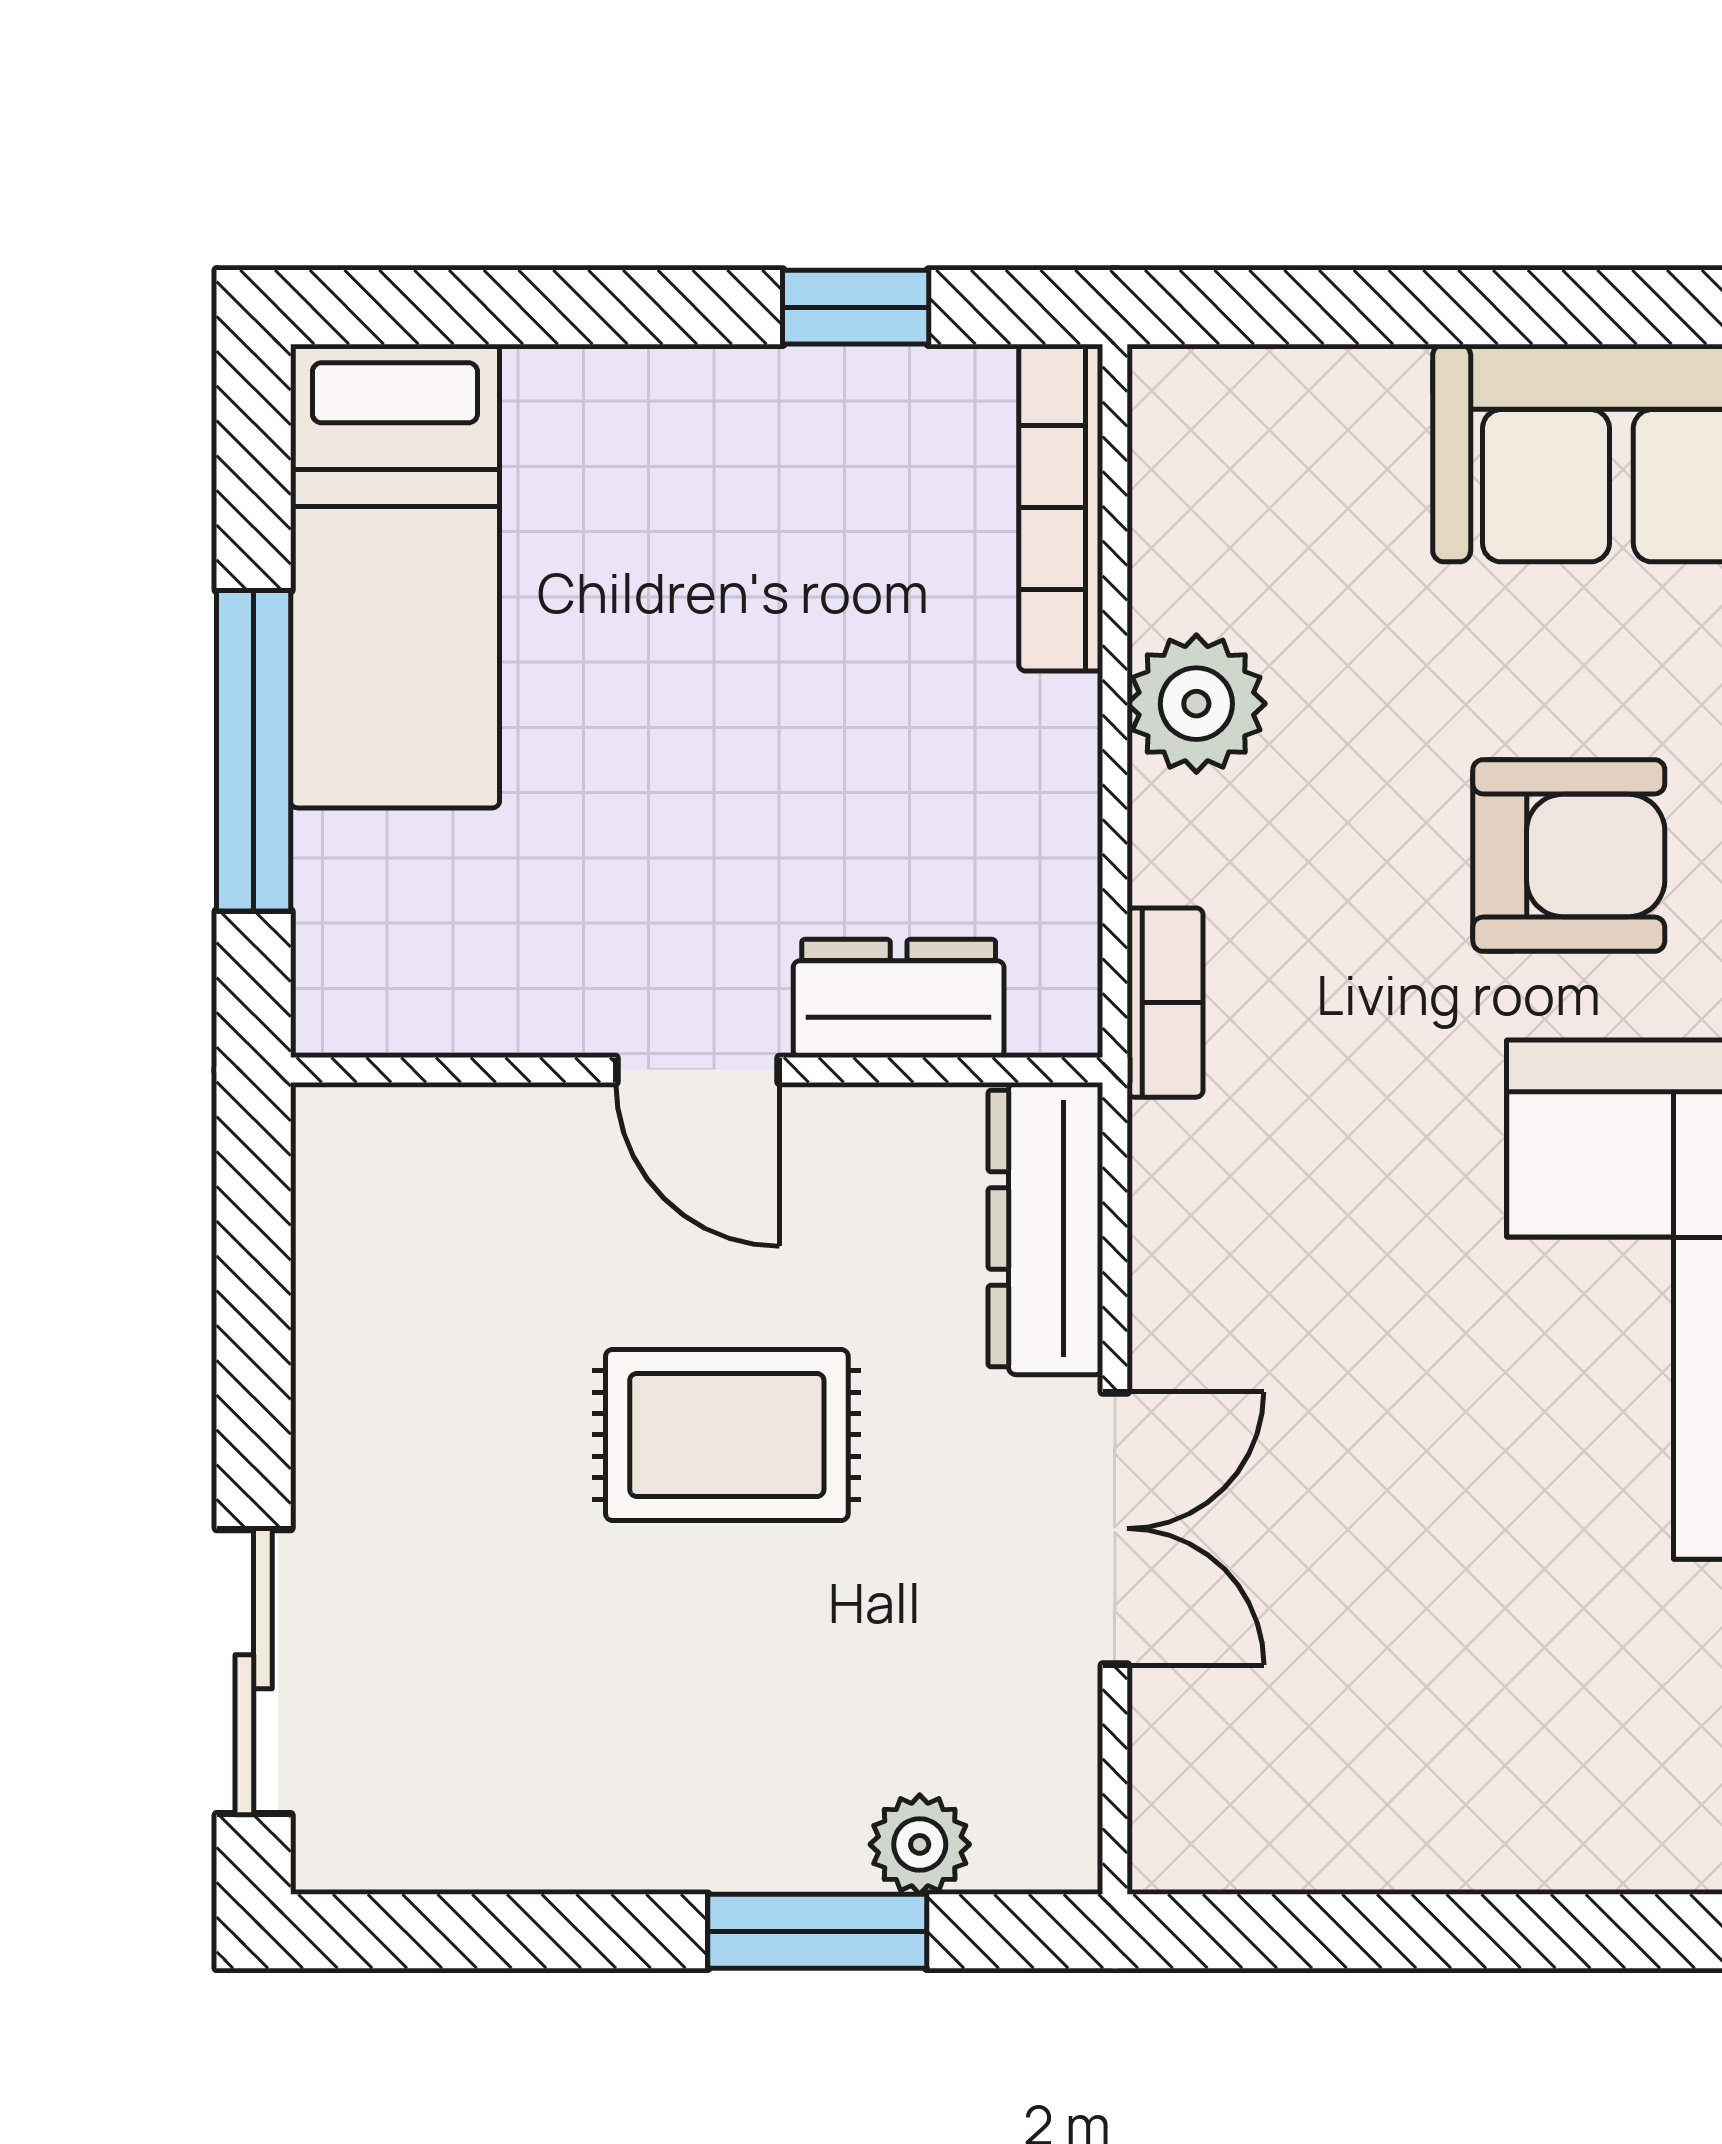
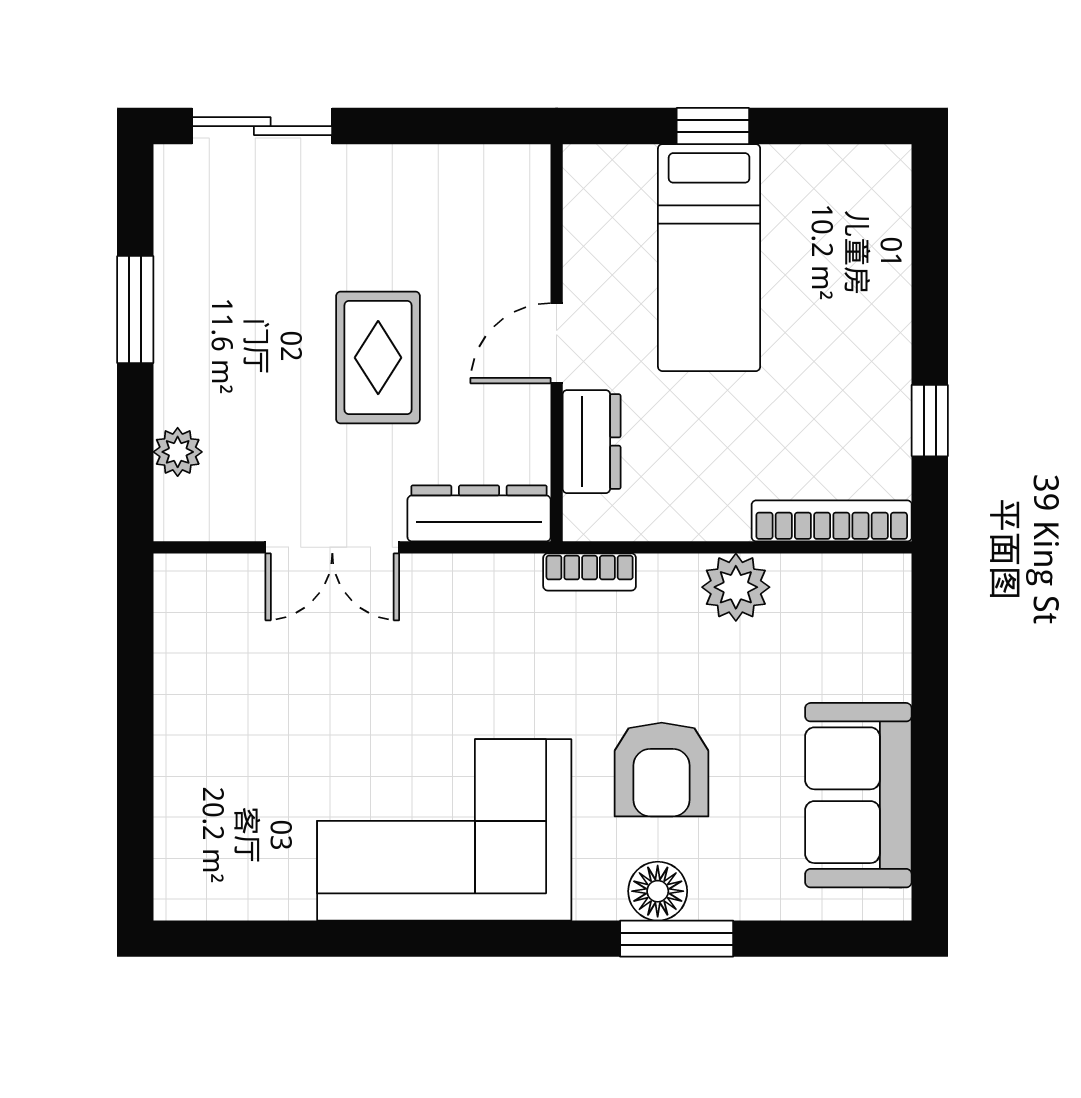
bed: (395, 576) -> (709, 258), moved, turned -90
window: (254, 751) -> (713, 126), width x0.46
window: (817, 1931) -> (135, 310), moved

